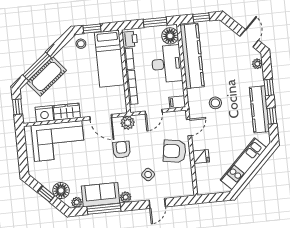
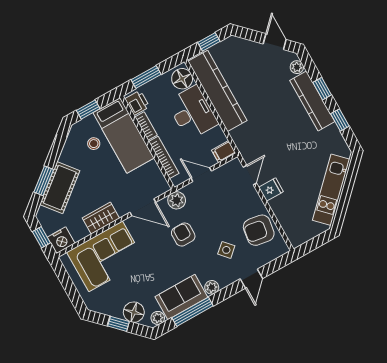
window: (155, 22) -> (146, 77), moved
stool: (81, 44) -> (94, 144), moved
window: (37, 66) -> (44, 181), width x0.69
stool: (215, 103) -> (268, 133), removed
kitchen counter: (259, 109) -> (312, 101), moved
door: (154, 112) -> (201, 175), swing flipped
nightstand: (44, 114) -> (61, 240), moved
armchair: (175, 151) -> (259, 230), moved
fridge: (201, 157) -> (271, 189), moved

